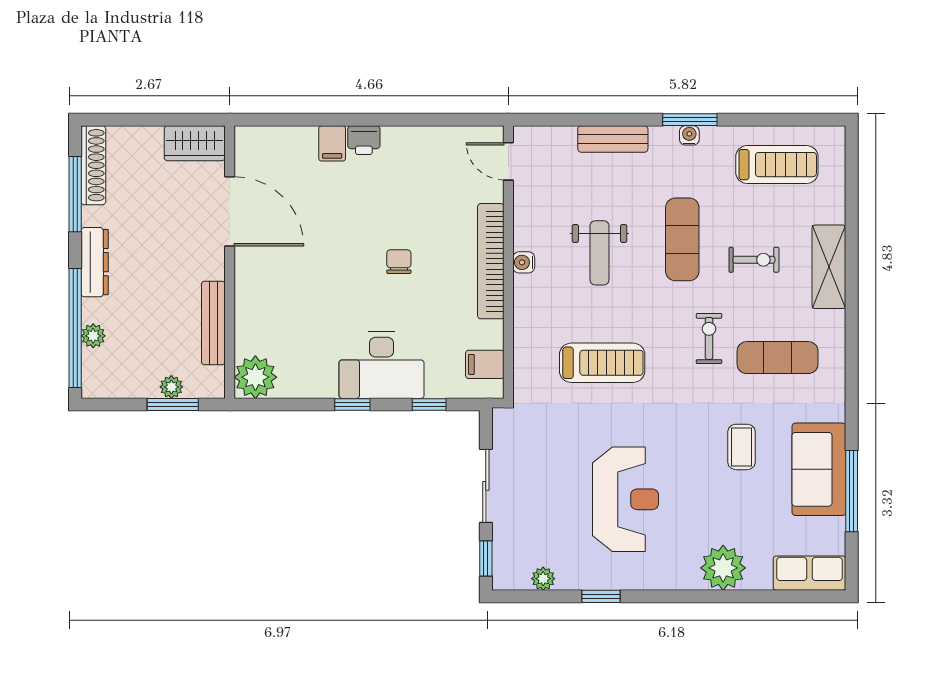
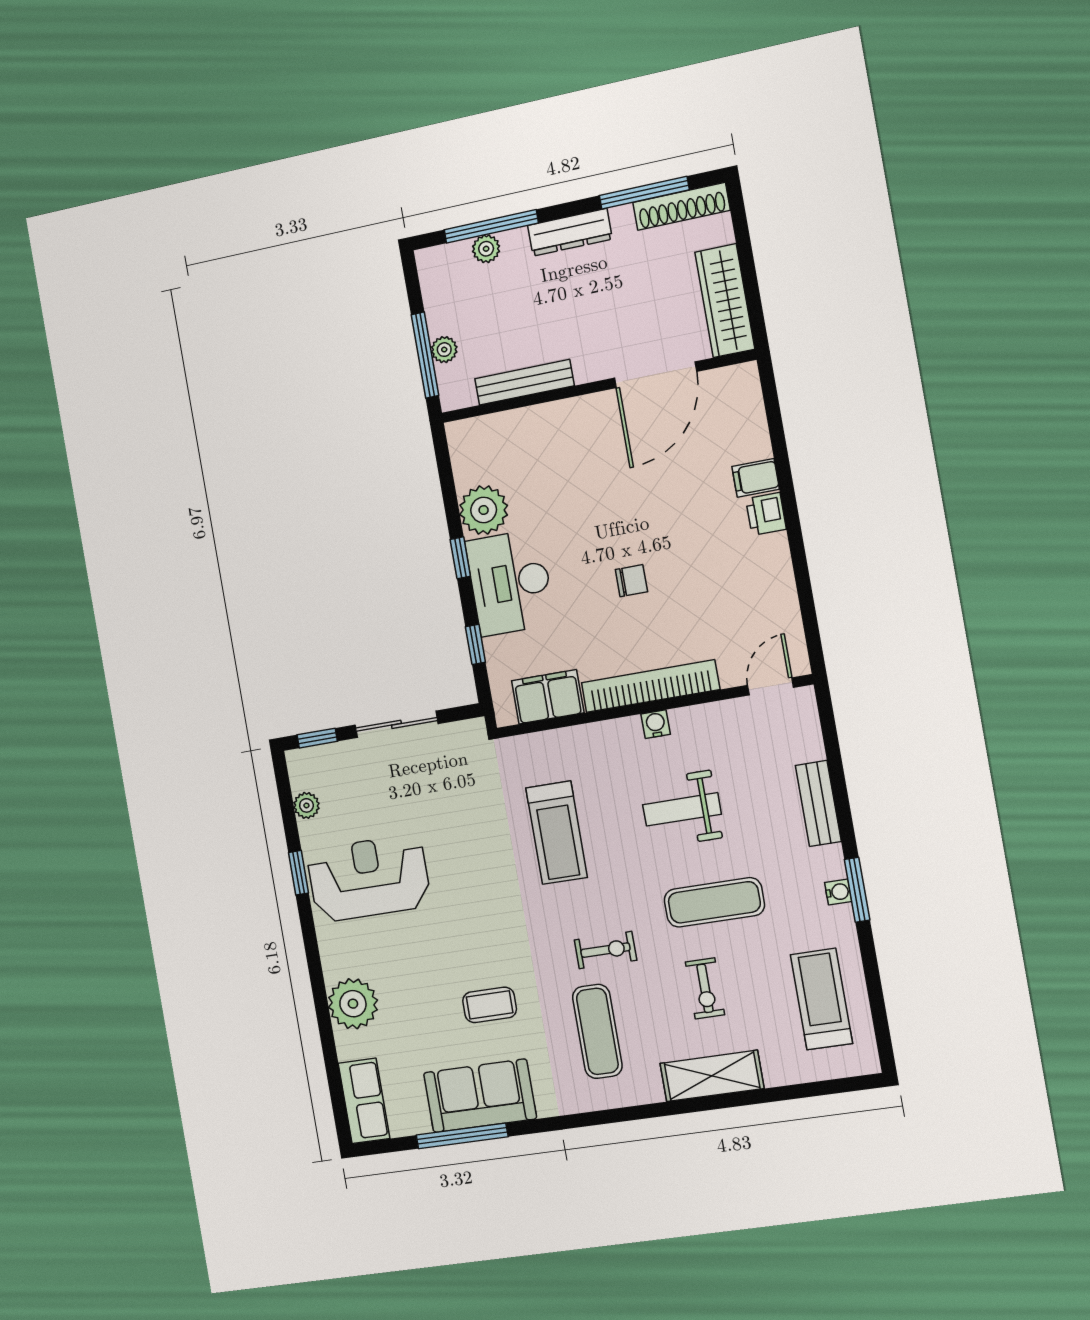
wardrobe: (195, 143) -> (725, 301), width x1.50
treadmill: (777, 165) -> (821, 999), turned 180
window: (75, 328) -> (491, 226), width x0.68
filing cabinet: (485, 364) -> (548, 697), width x2.00
plant: (255, 377) -> (484, 510), moved
window: (173, 404) -> (425, 355), width x1.44
reception desk: (625, 499) -> (369, 878), moved, turned 180

